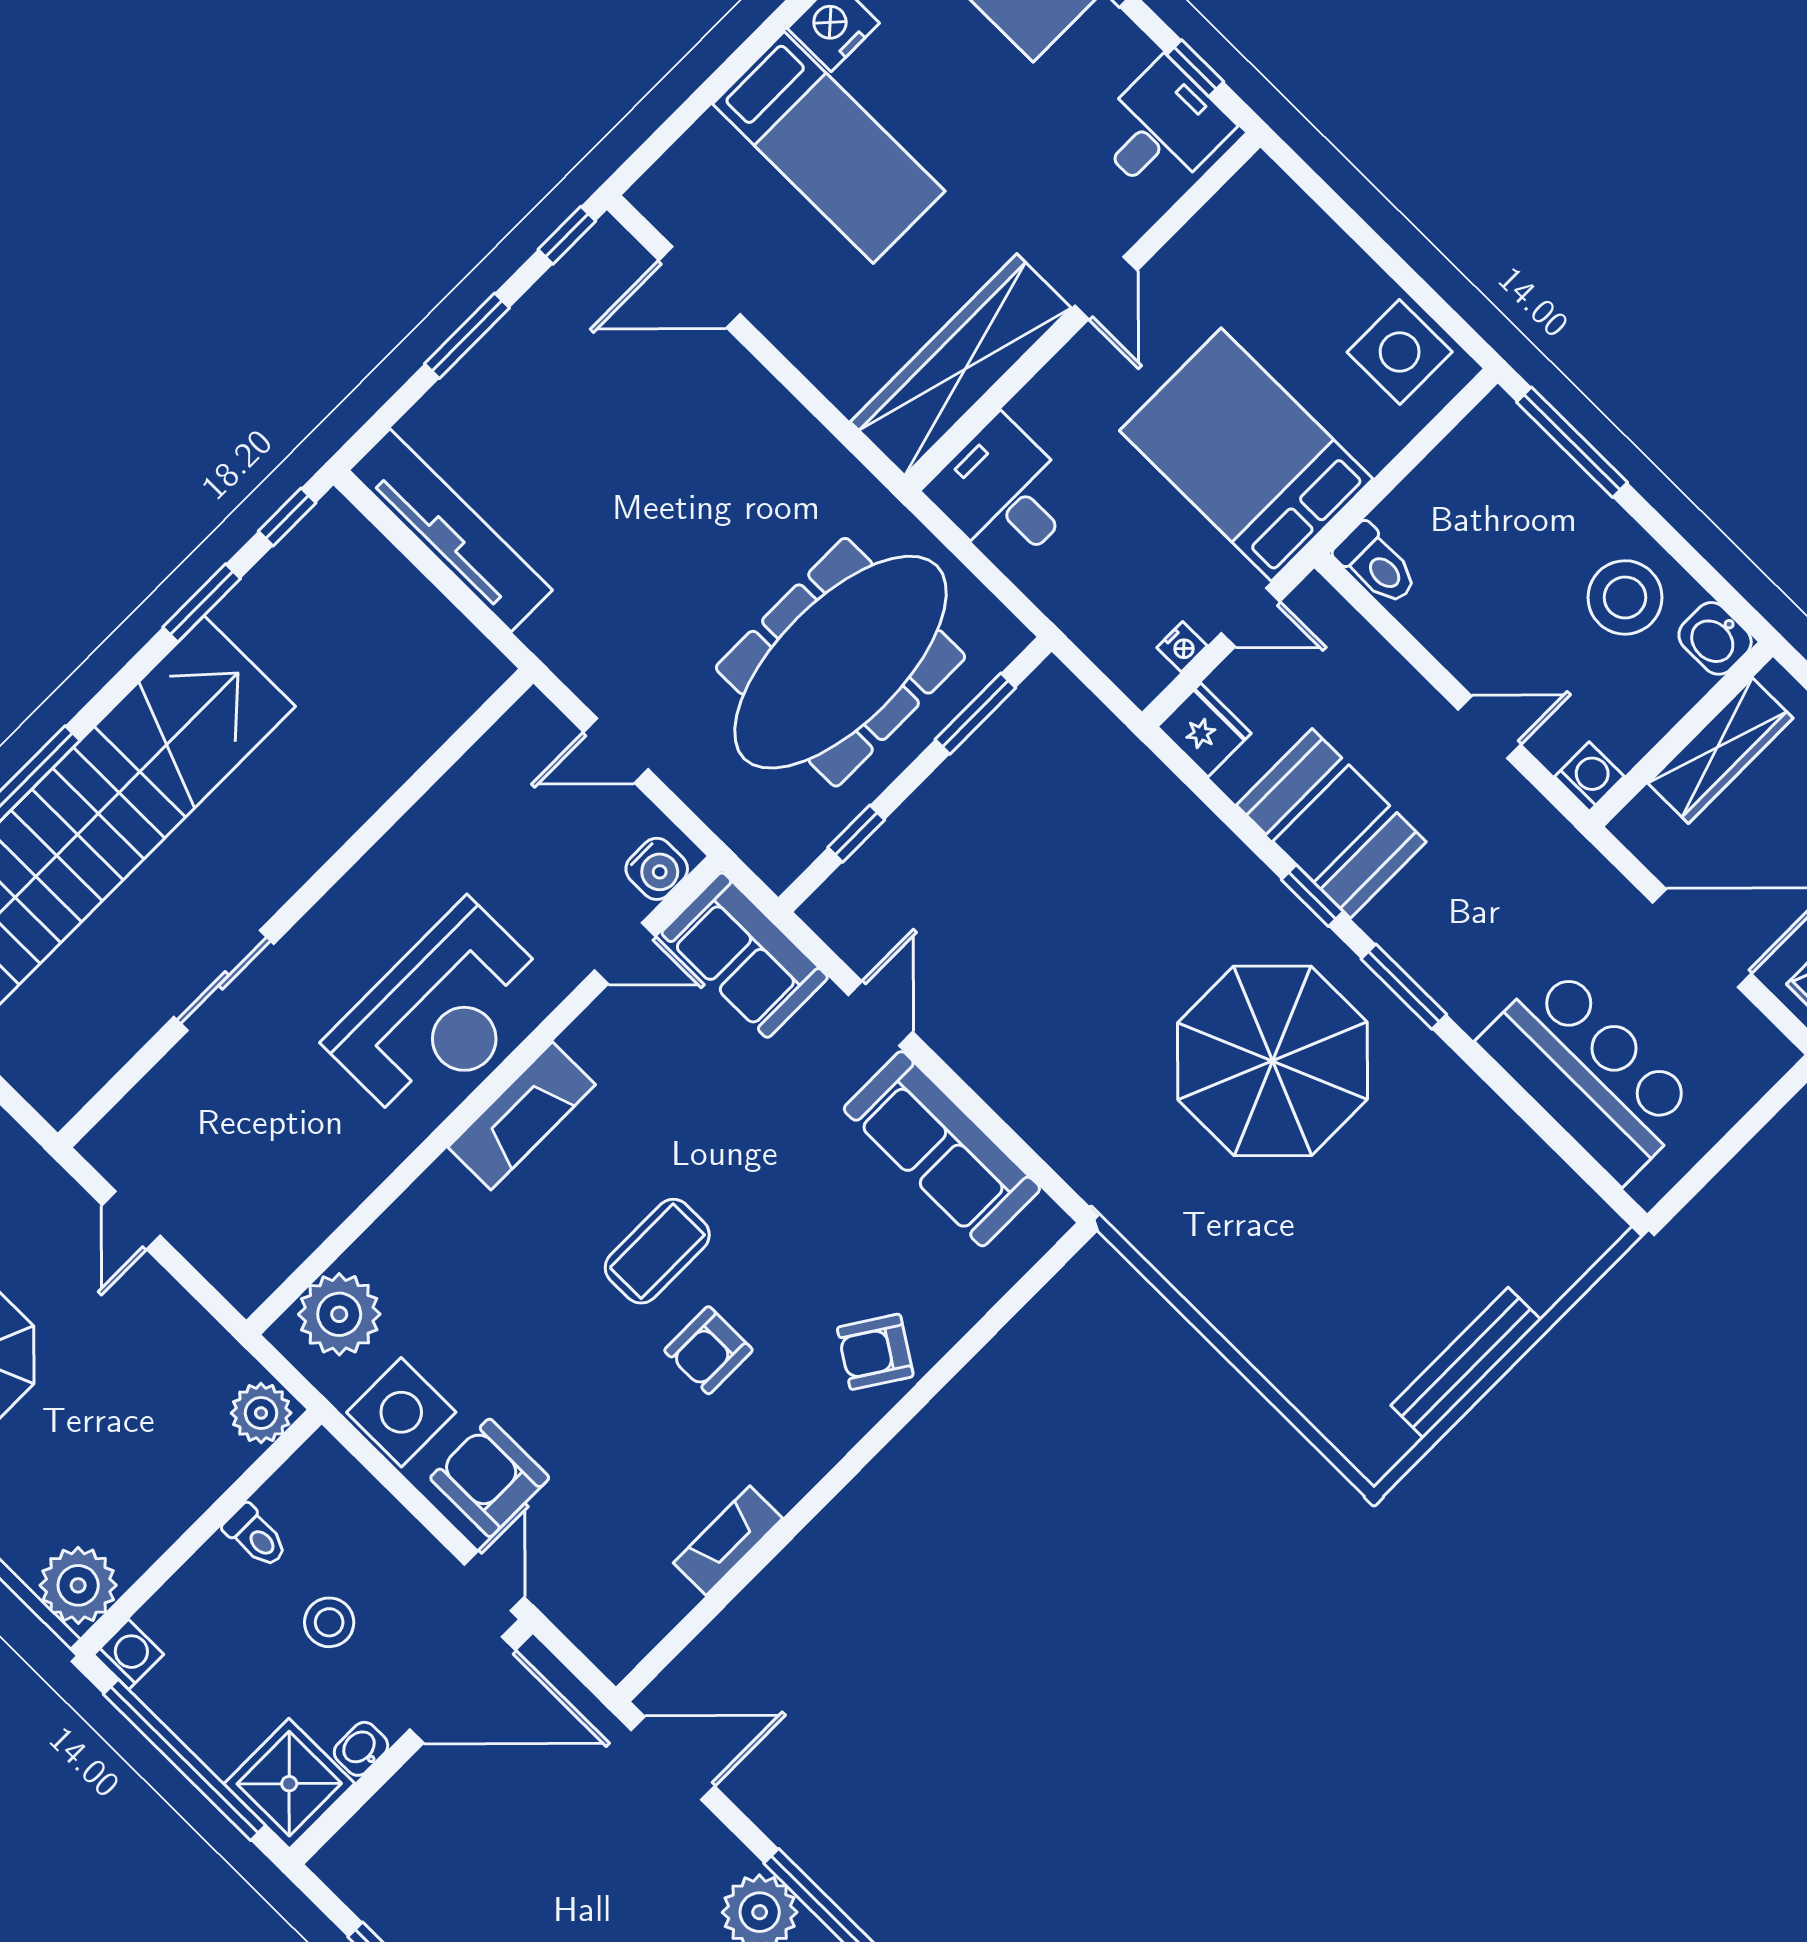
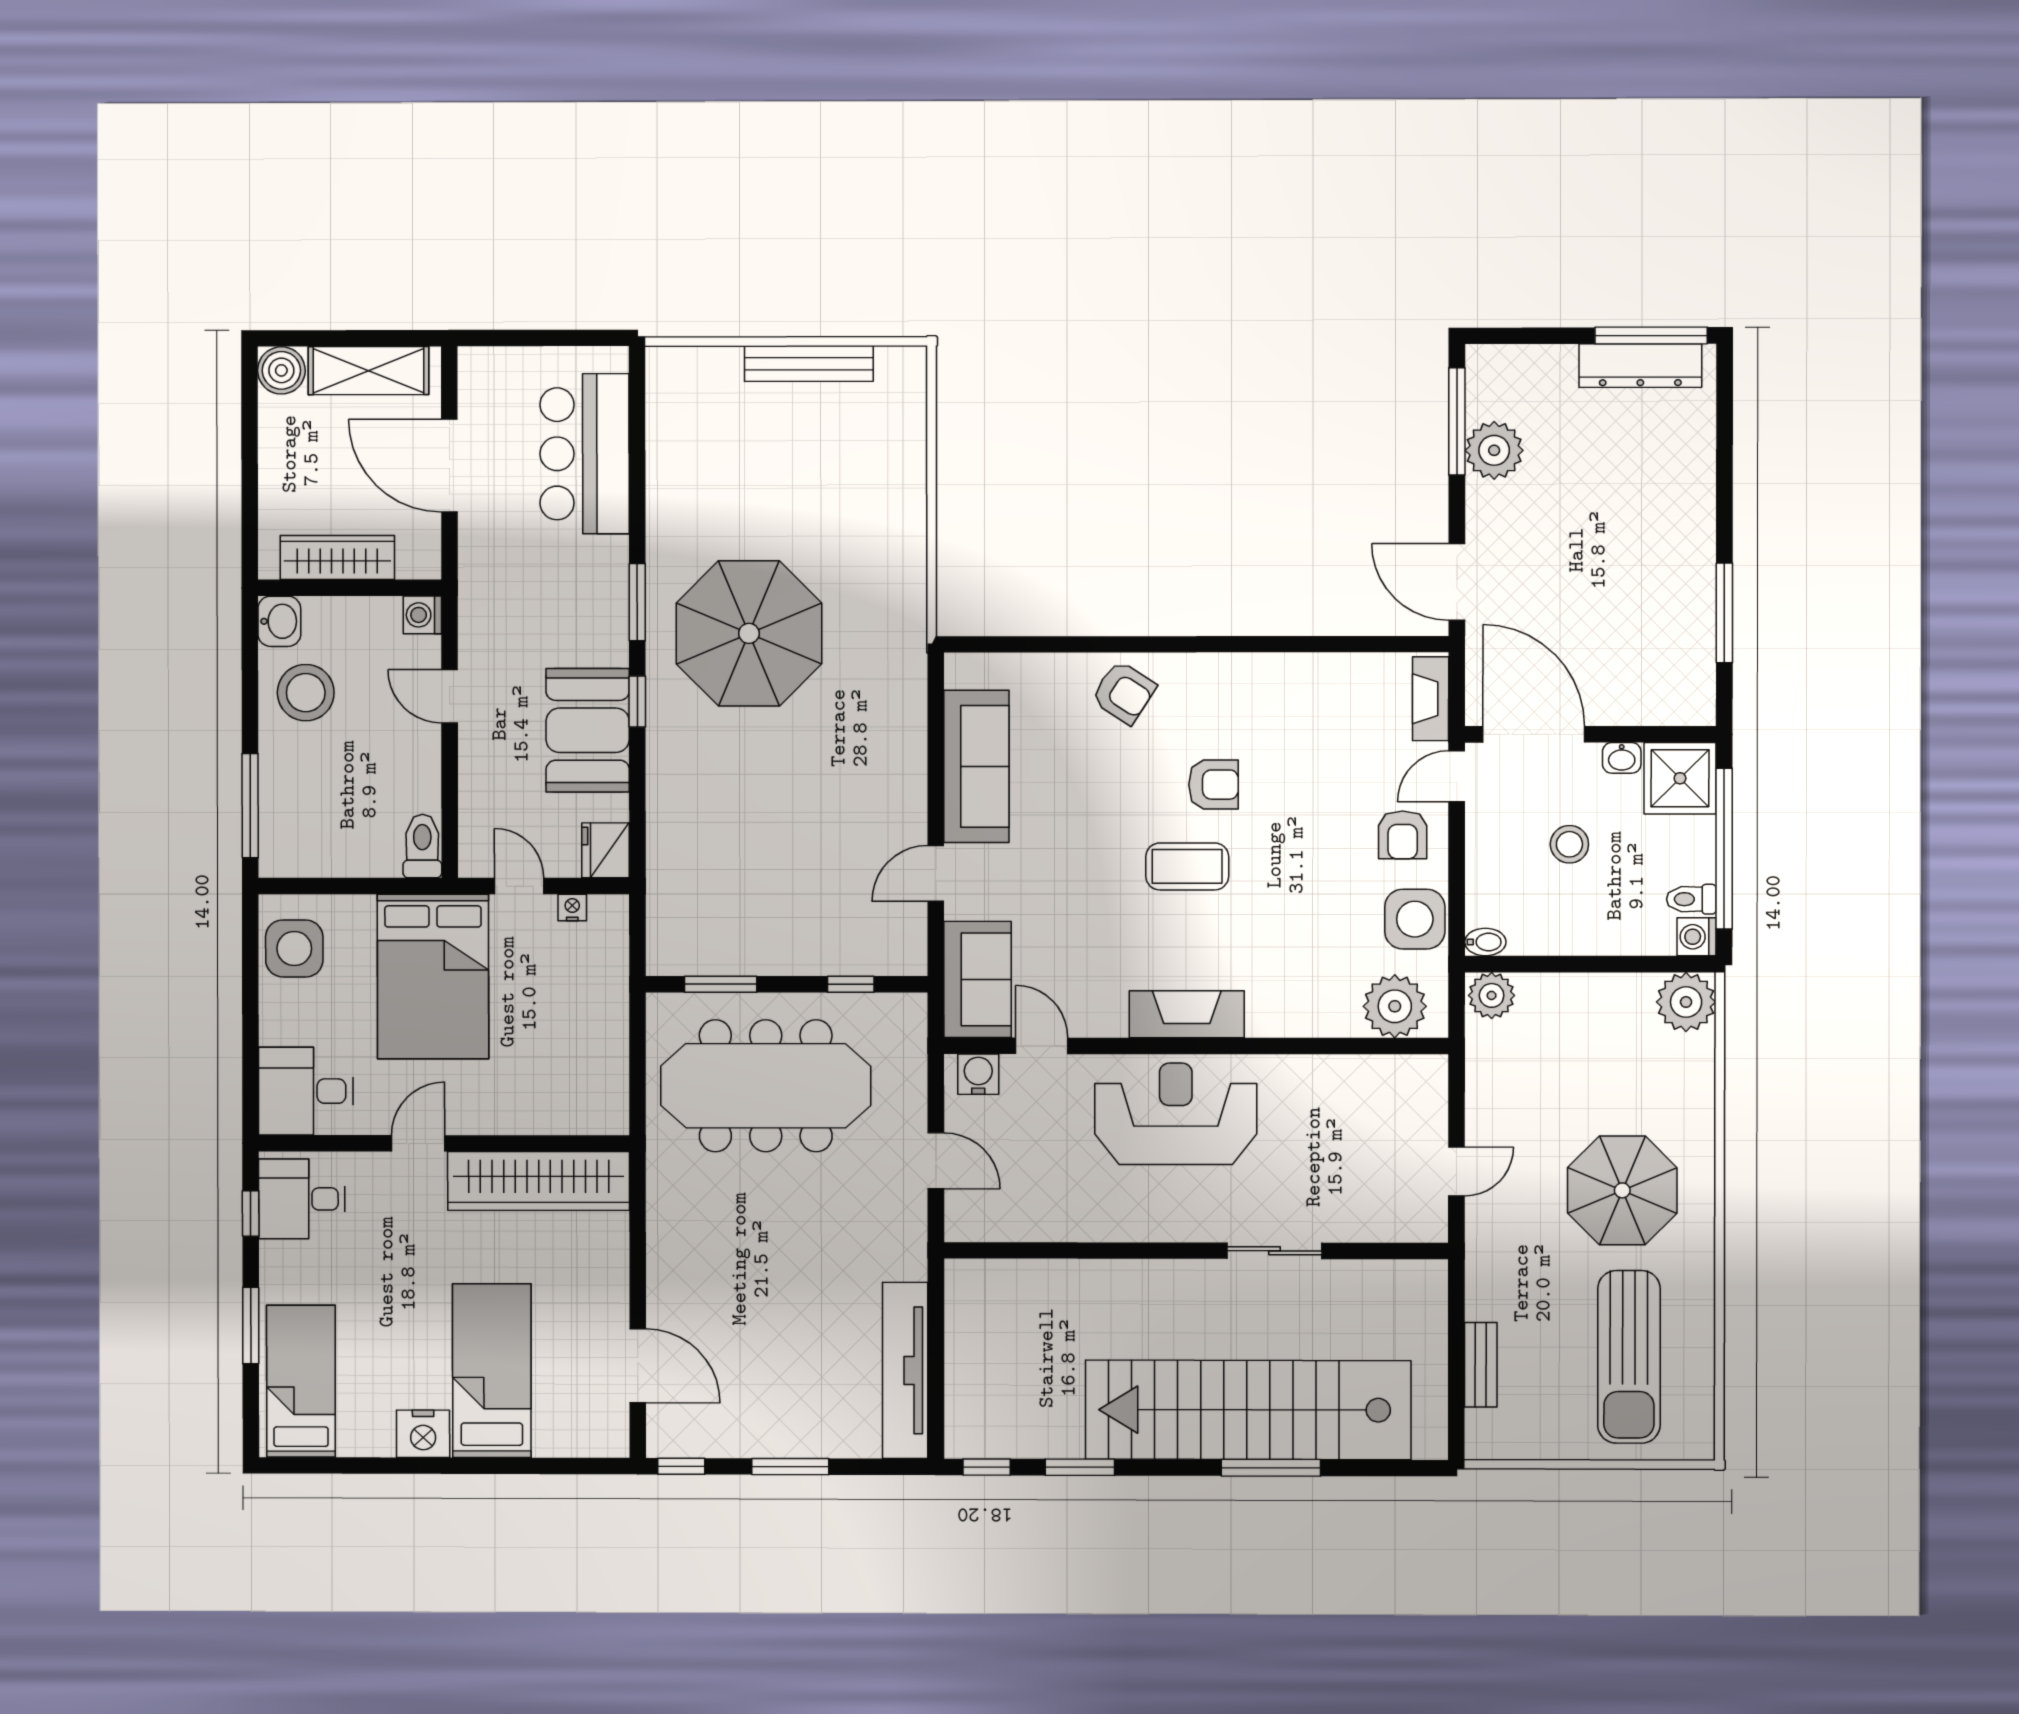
desk: (1004, 494) -> (306, 1091), moved, turned 90
bidet: (316, 1456) -> (1485, 942), added
armchair: (490, 1478) -> (1403, 835), width x0.72, depth x0.72
toilet: (256, 1536) -> (1691, 899), moved, turned -90
fireplace: (728, 1541) -> (1431, 699), moved, turned 90

